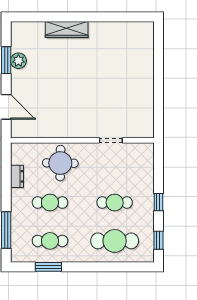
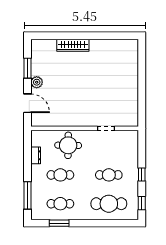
plant: (18, 61) -> (37, 82), moved

